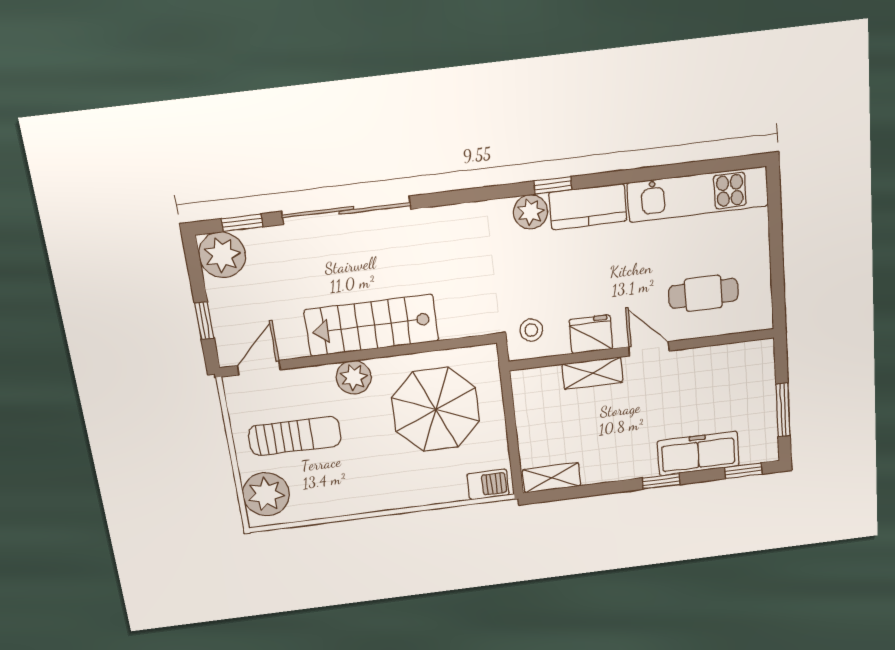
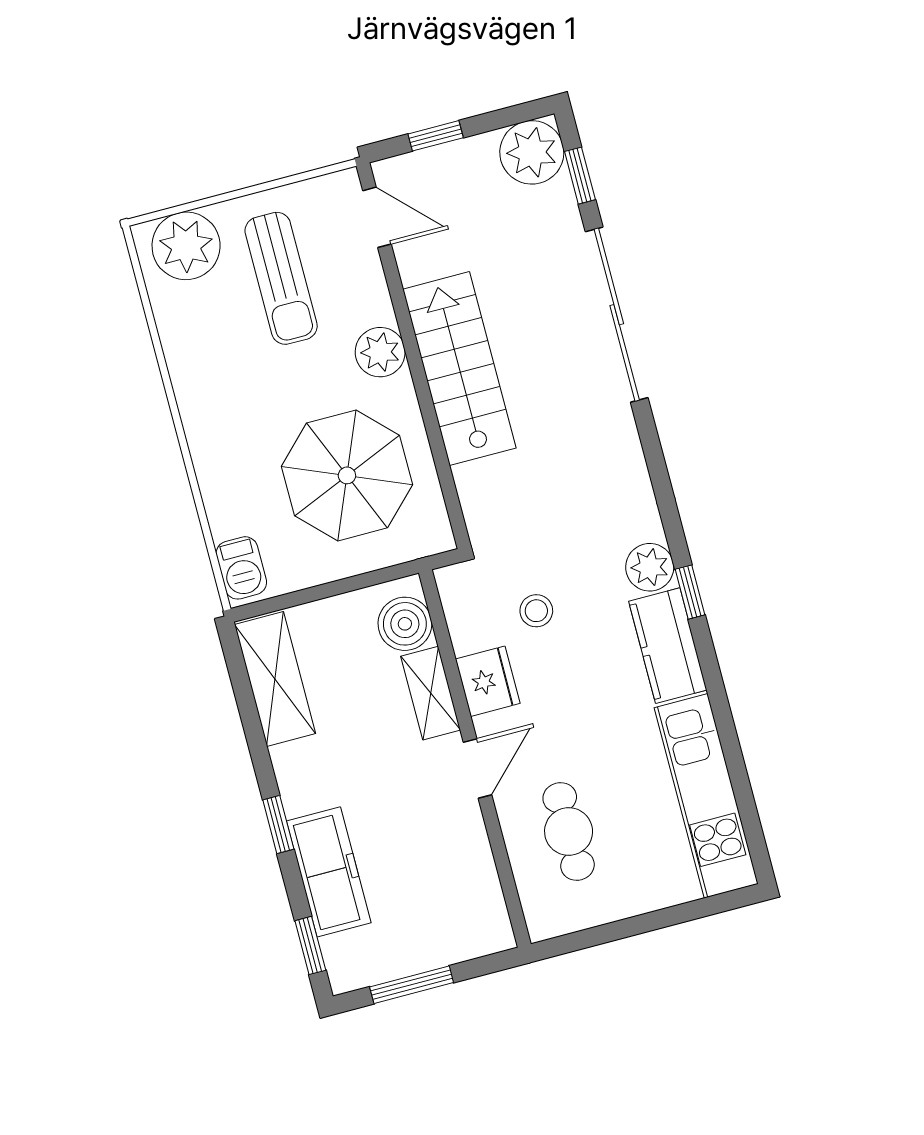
stool: (531, 330) -> (536, 611), moved
boiler: (543, 384) -> (405, 624), added
shelving: (552, 478) -> (275, 679), width x1.50, depth x1.33

